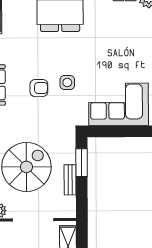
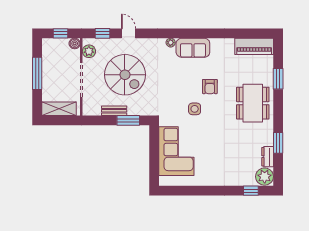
armchair: (39, 88) -> (210, 87), moved

